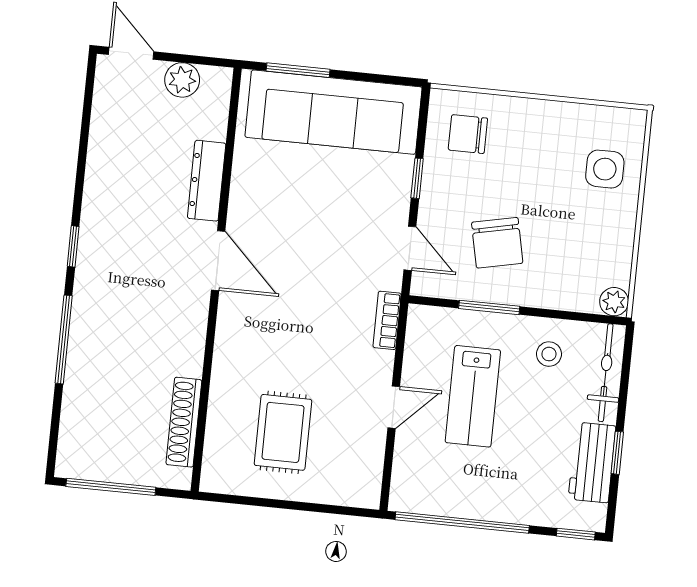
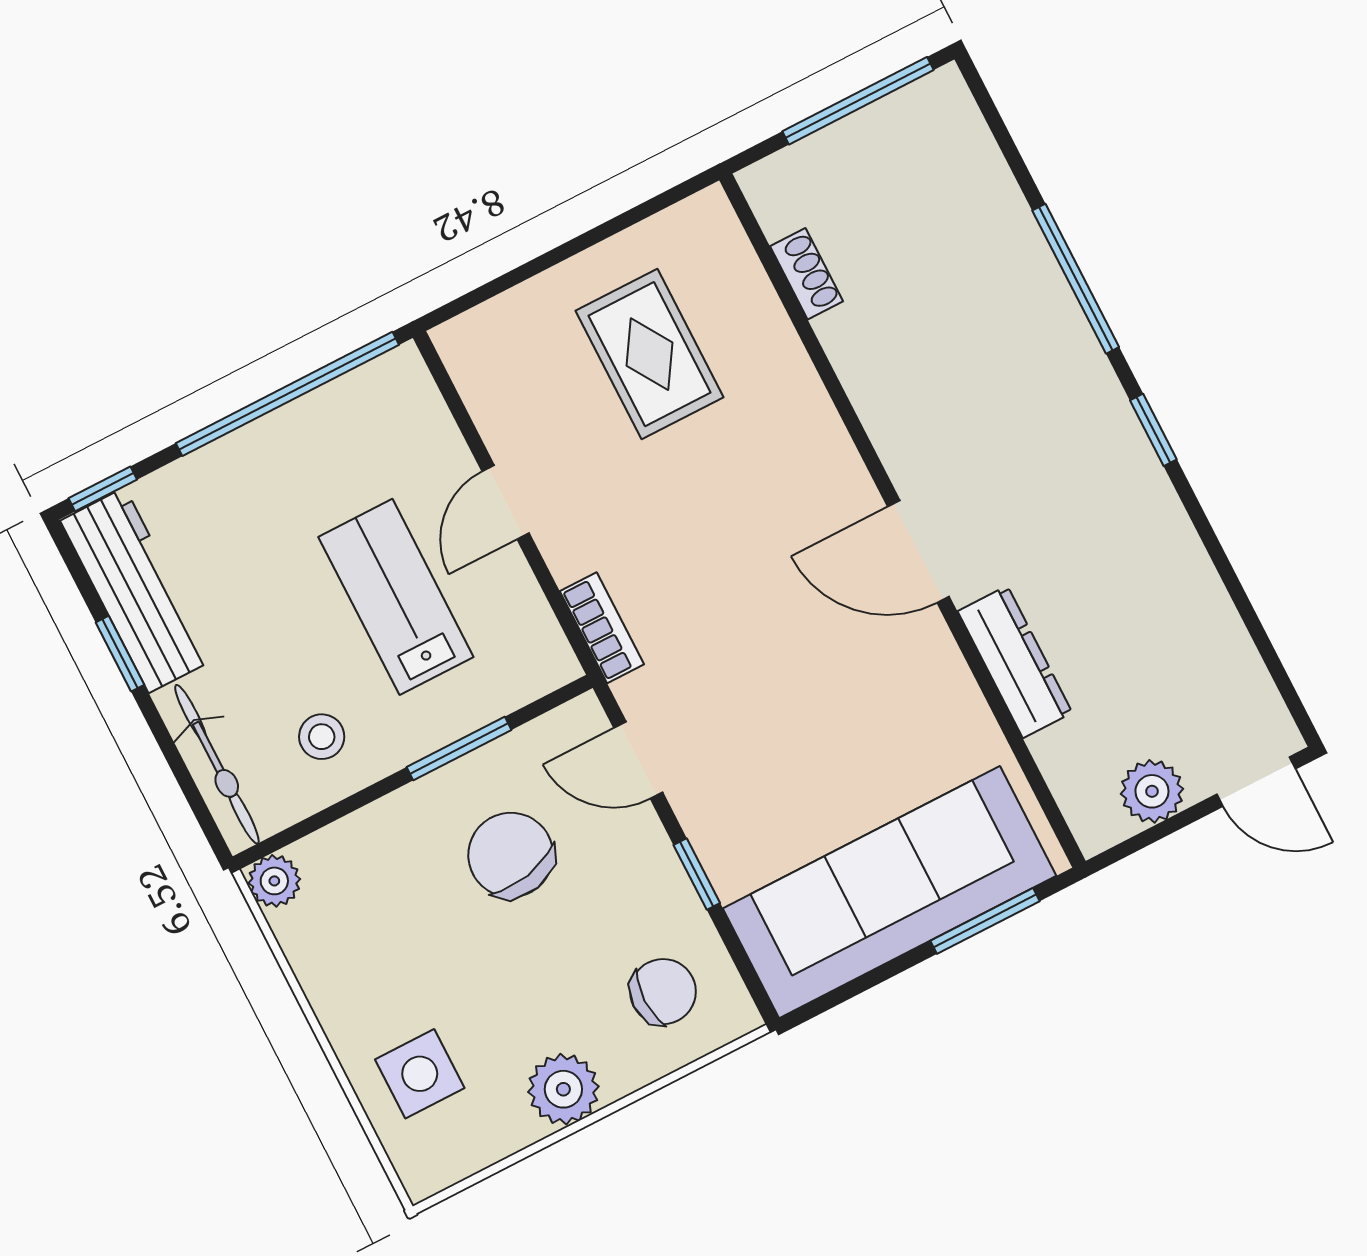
plant: (543, 119) -> (563, 1089), added
shoe rack: (184, 422) -> (806, 274), width x0.51, depth x0.81
workbench: (592, 463) -> (137, 590), width x1.38

